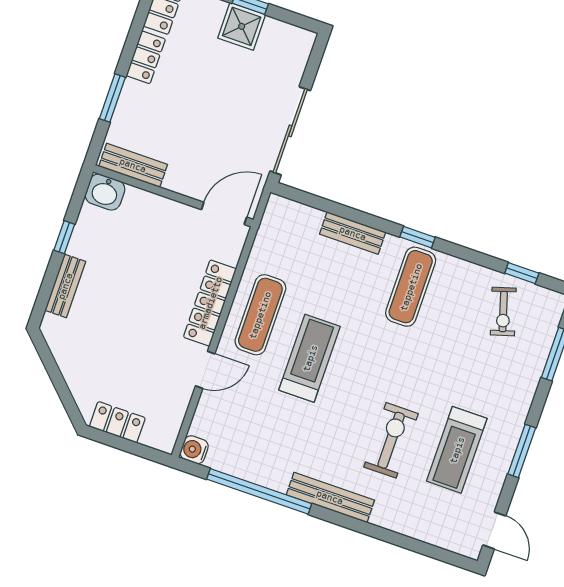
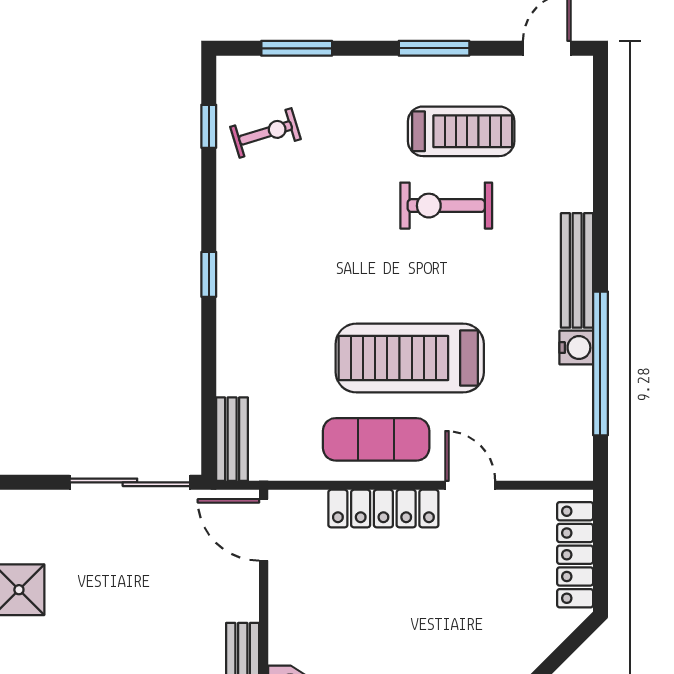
bench: (353, 233) -> (232, 439), moved
exercise mat: (411, 287) -> (275, 261), removed
treadmill: (310, 358) -> (410, 358), width x1.37, depth x1.37
locker: (117, 422) -> (575, 555), width x1.53
exercise bike: (391, 440) -> (446, 206), moved
water cooler: (194, 450) -> (576, 348), moved, turned -90

